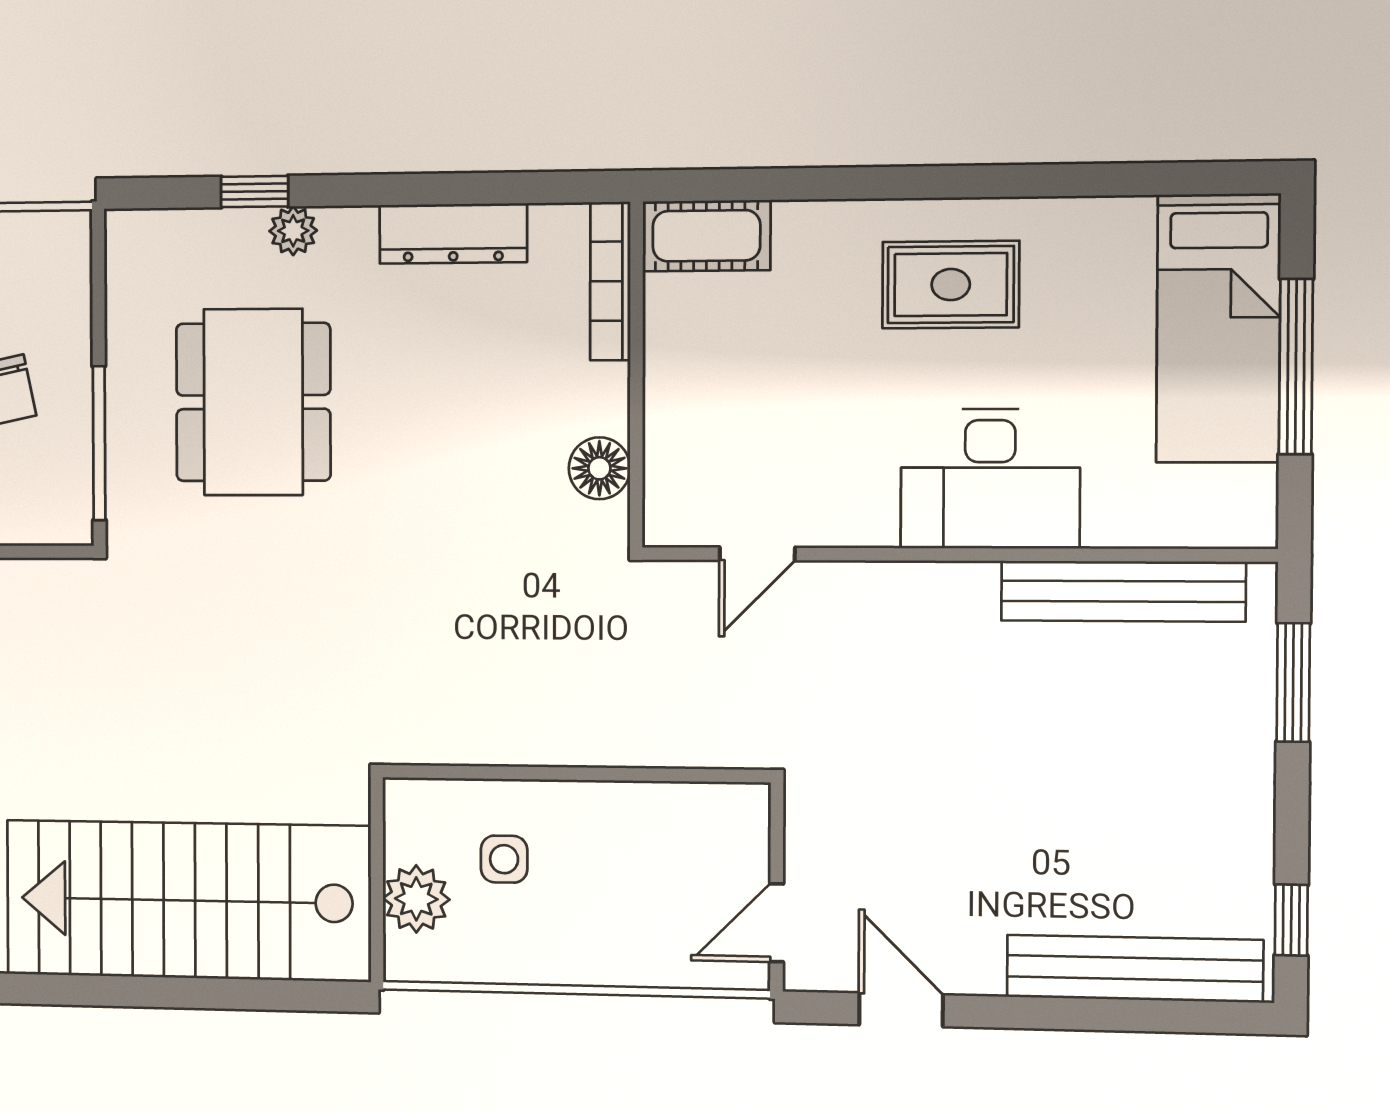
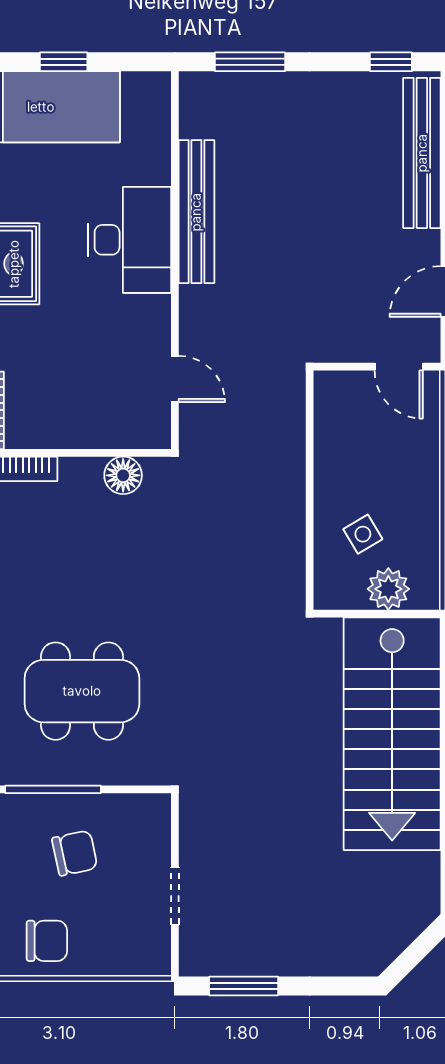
window: (1296, 367) -> (64, 62), width x0.46
window: (99, 443) -> (53, 789), moved
bench: (1123, 591) -> (196, 212), moved
side table: (504, 859) -> (363, 534), turned -31

